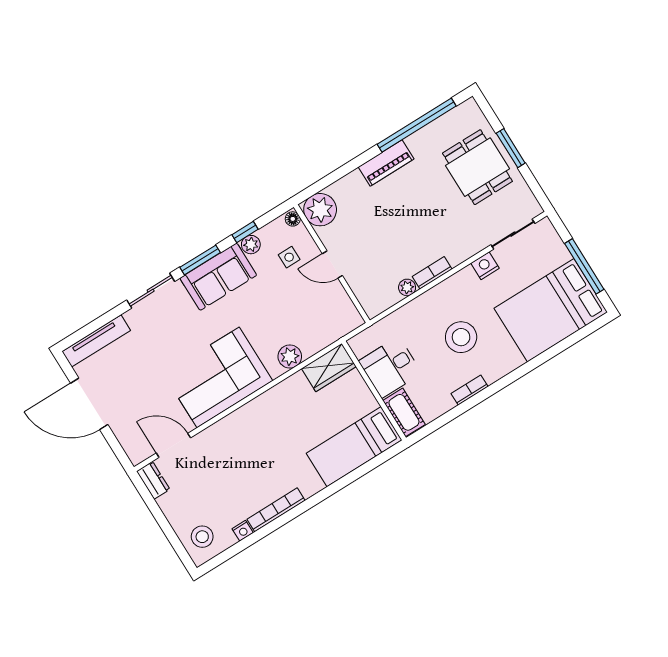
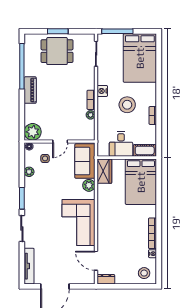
window: (245, 232) -> (22, 171), removed
nightstand: (485, 266) -> (102, 91), moved
window: (584, 266) -> (117, 31), moved
sofa: (218, 277) -> (85, 161), moved, turned 180
door: (173, 445) -> (96, 261), hinge flipped
bed: (354, 447) -> (141, 182), width x1.50

